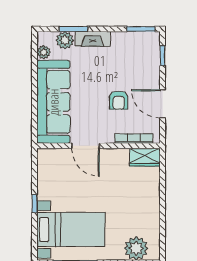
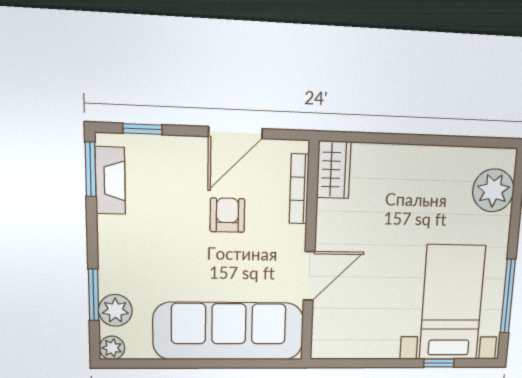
fireplace: (93, 39) -> (110, 181), moved
plant: (44, 52) -> (112, 348), moved
armchair: (119, 100) -> (227, 215), turned -90
window: (34, 204) -> (439, 363), moved

